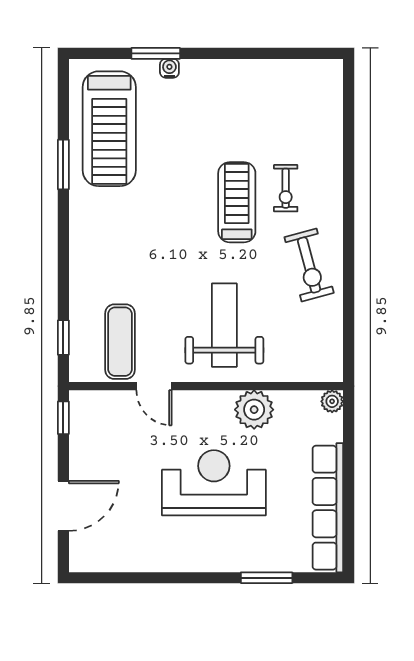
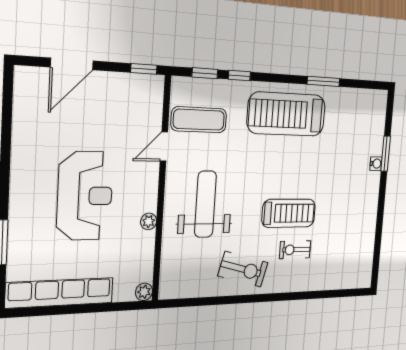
treadmill: (109, 129) -> (287, 114), moved
exercise bike: (309, 265) -> (243, 269), turned -150
window: (63, 290) -> (239, 76), added
weight bench: (224, 325) -> (205, 204), turned -90
plant: (254, 410) -> (149, 221), width x0.53, depth x0.53
door: (63, 506) -> (72, 64), hinge flipped

